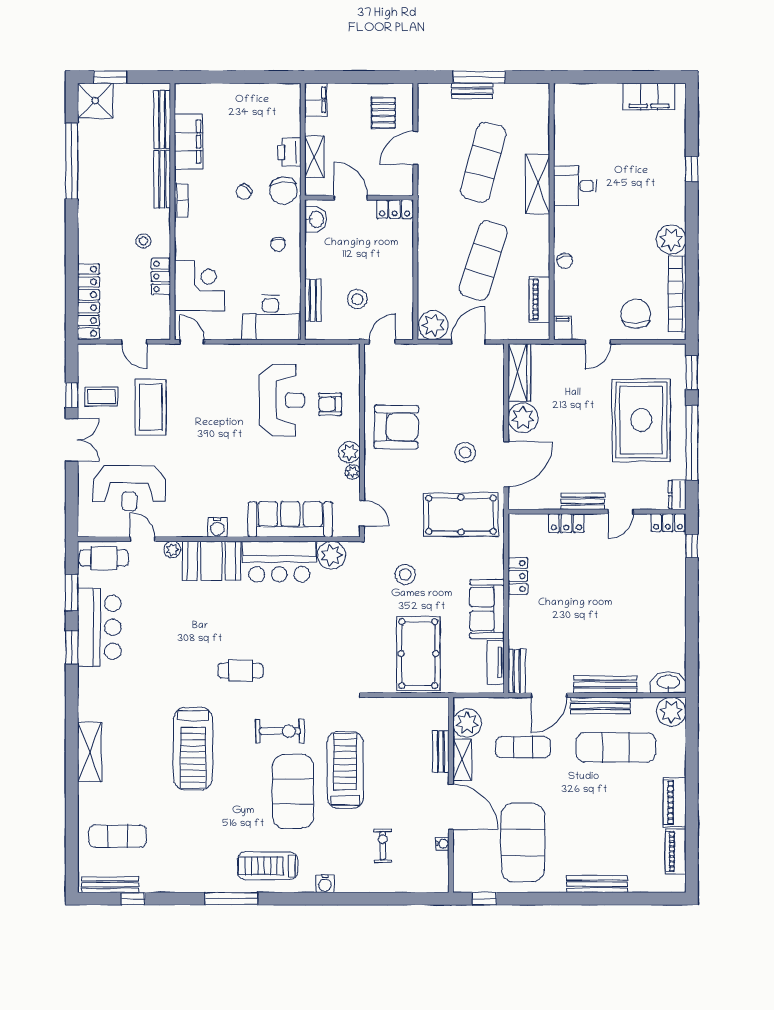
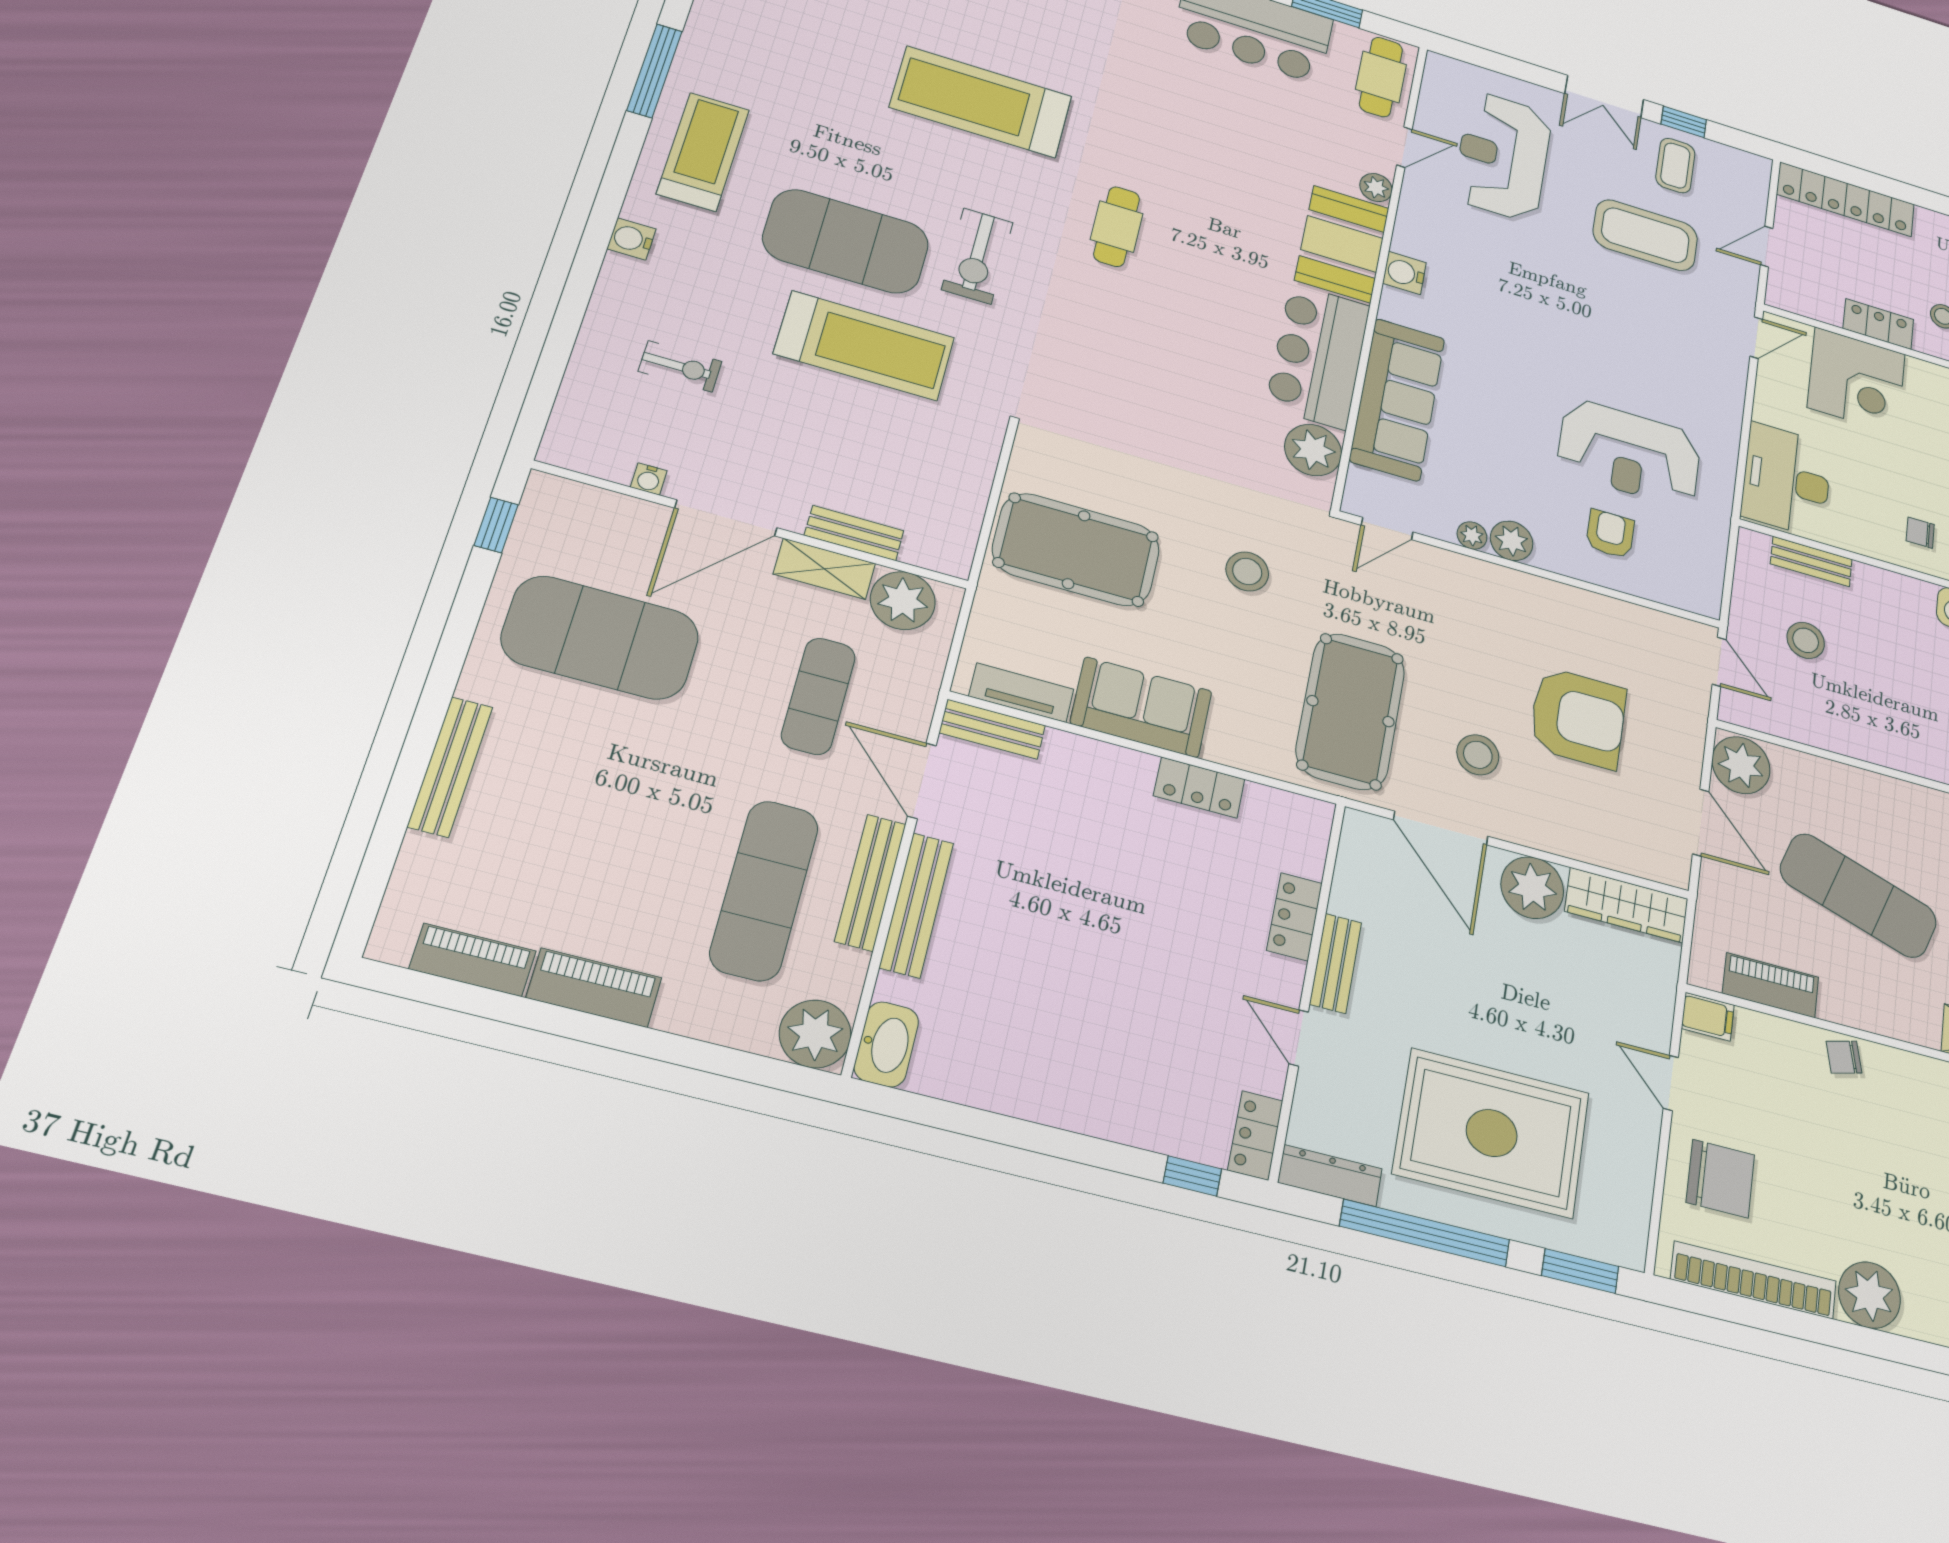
armchair: (396, 427) -> (1578, 718), moved, turned -91
dresser: (677, 494) -> (1330, 1176), width x1.44

